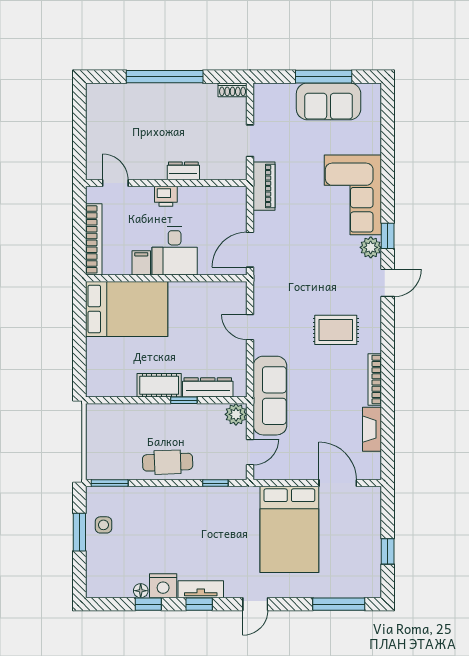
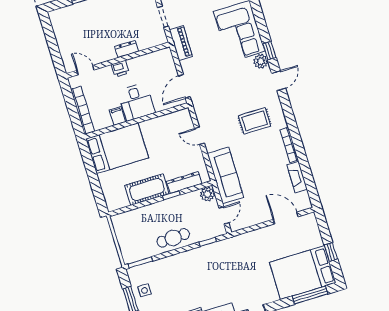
cot: (159, 385) -> (147, 190), width x1.37, depth x1.34
bed: (289, 529) -> (303, 273), moved, turned 90

